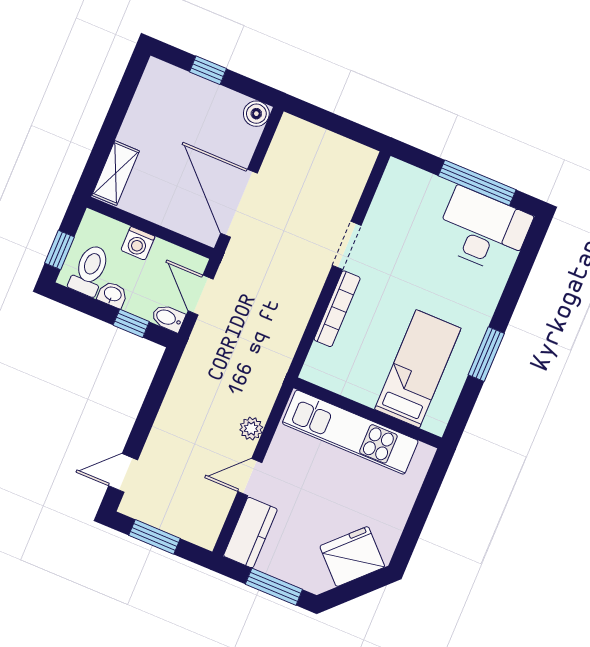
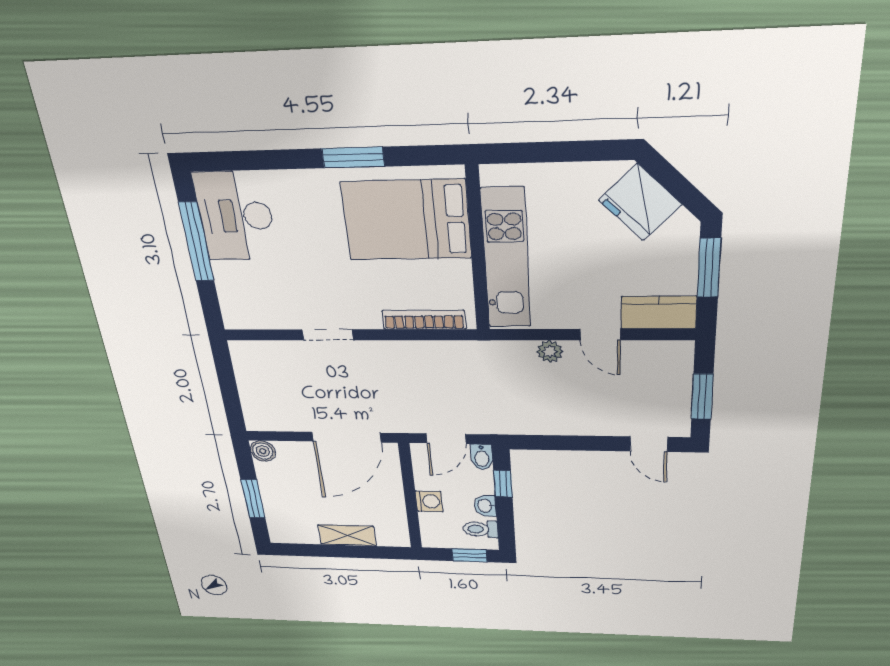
window: (208, 70) -> (253, 499), width x1.50
shelving: (116, 173) -> (347, 535), moved
toilet: (90, 270) -> (480, 529), width x0.73, depth x0.72
bookcase: (337, 309) -> (424, 320), moved
bed: (418, 369) -> (406, 220), width x1.50

